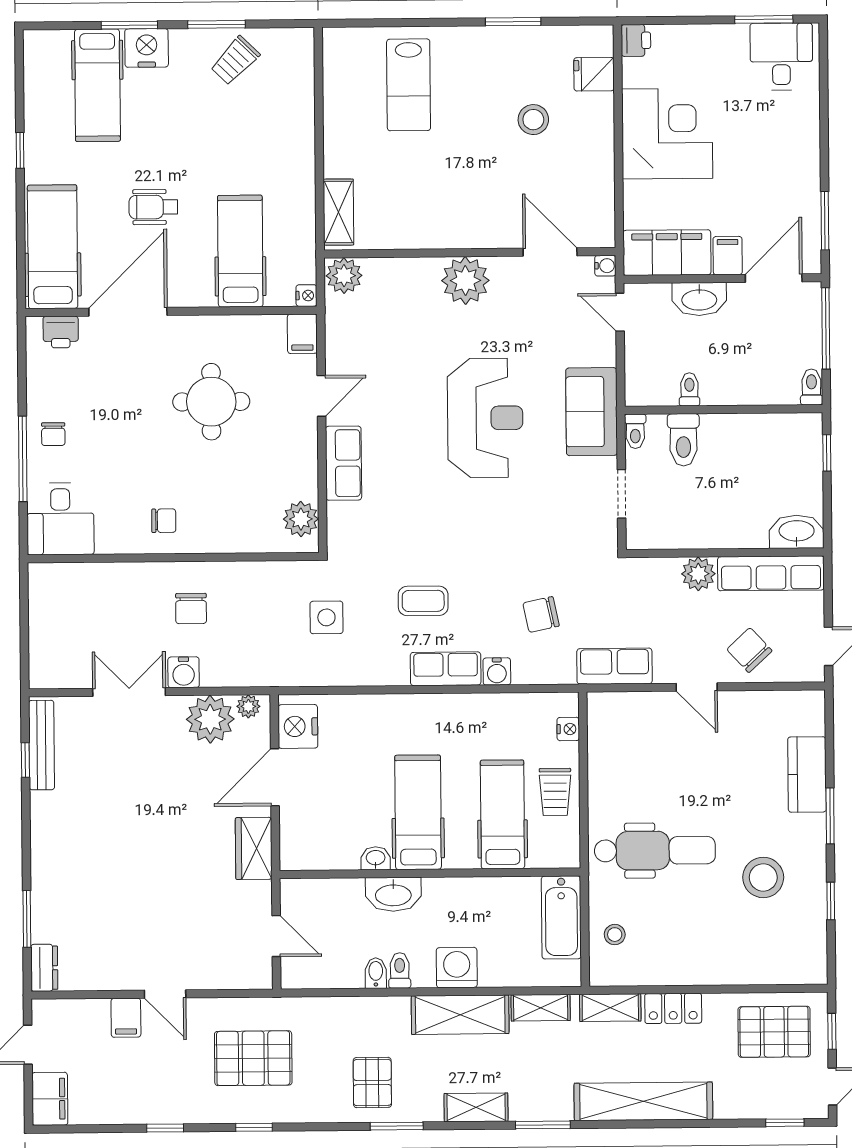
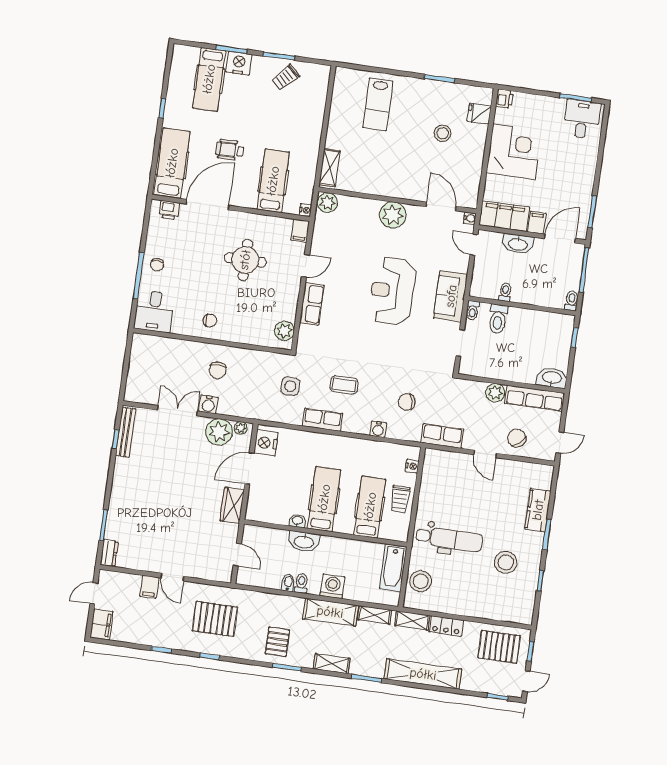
reception desk: (485, 418) -> (392, 291), turned 180
row of seats: (446, 669) -> (322, 420), moved
stool: (615, 935) -> (421, 581), width x1.89, depth x1.89

